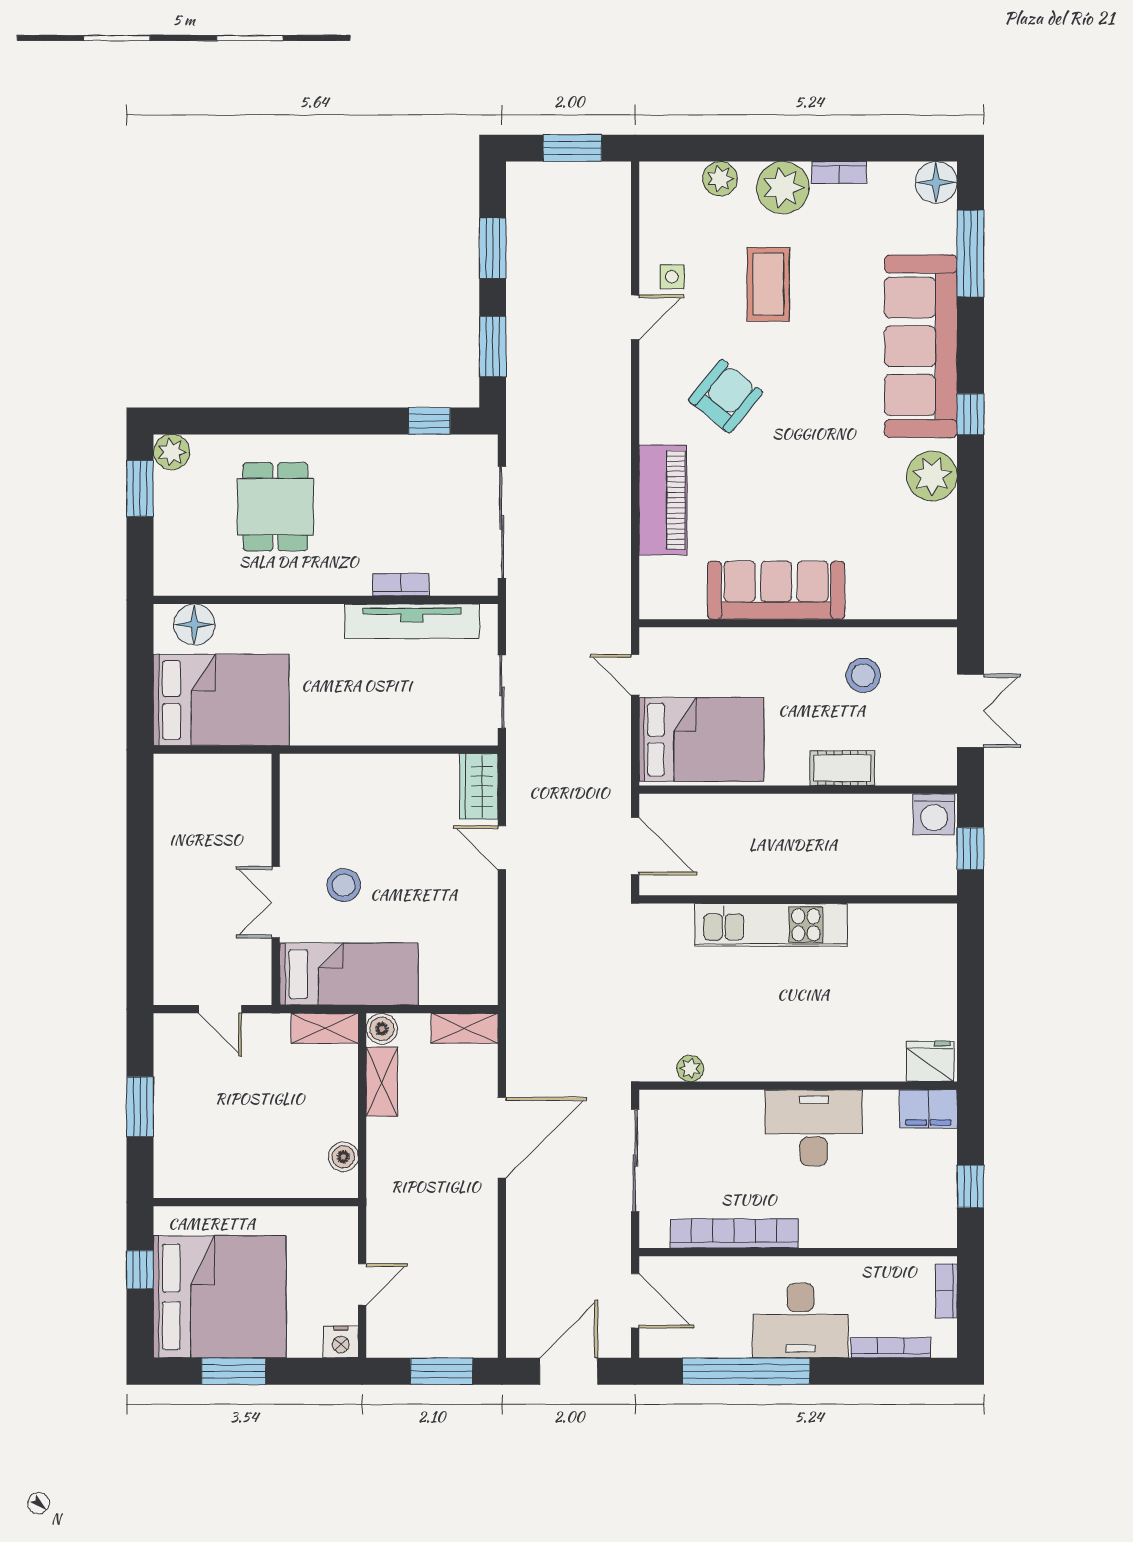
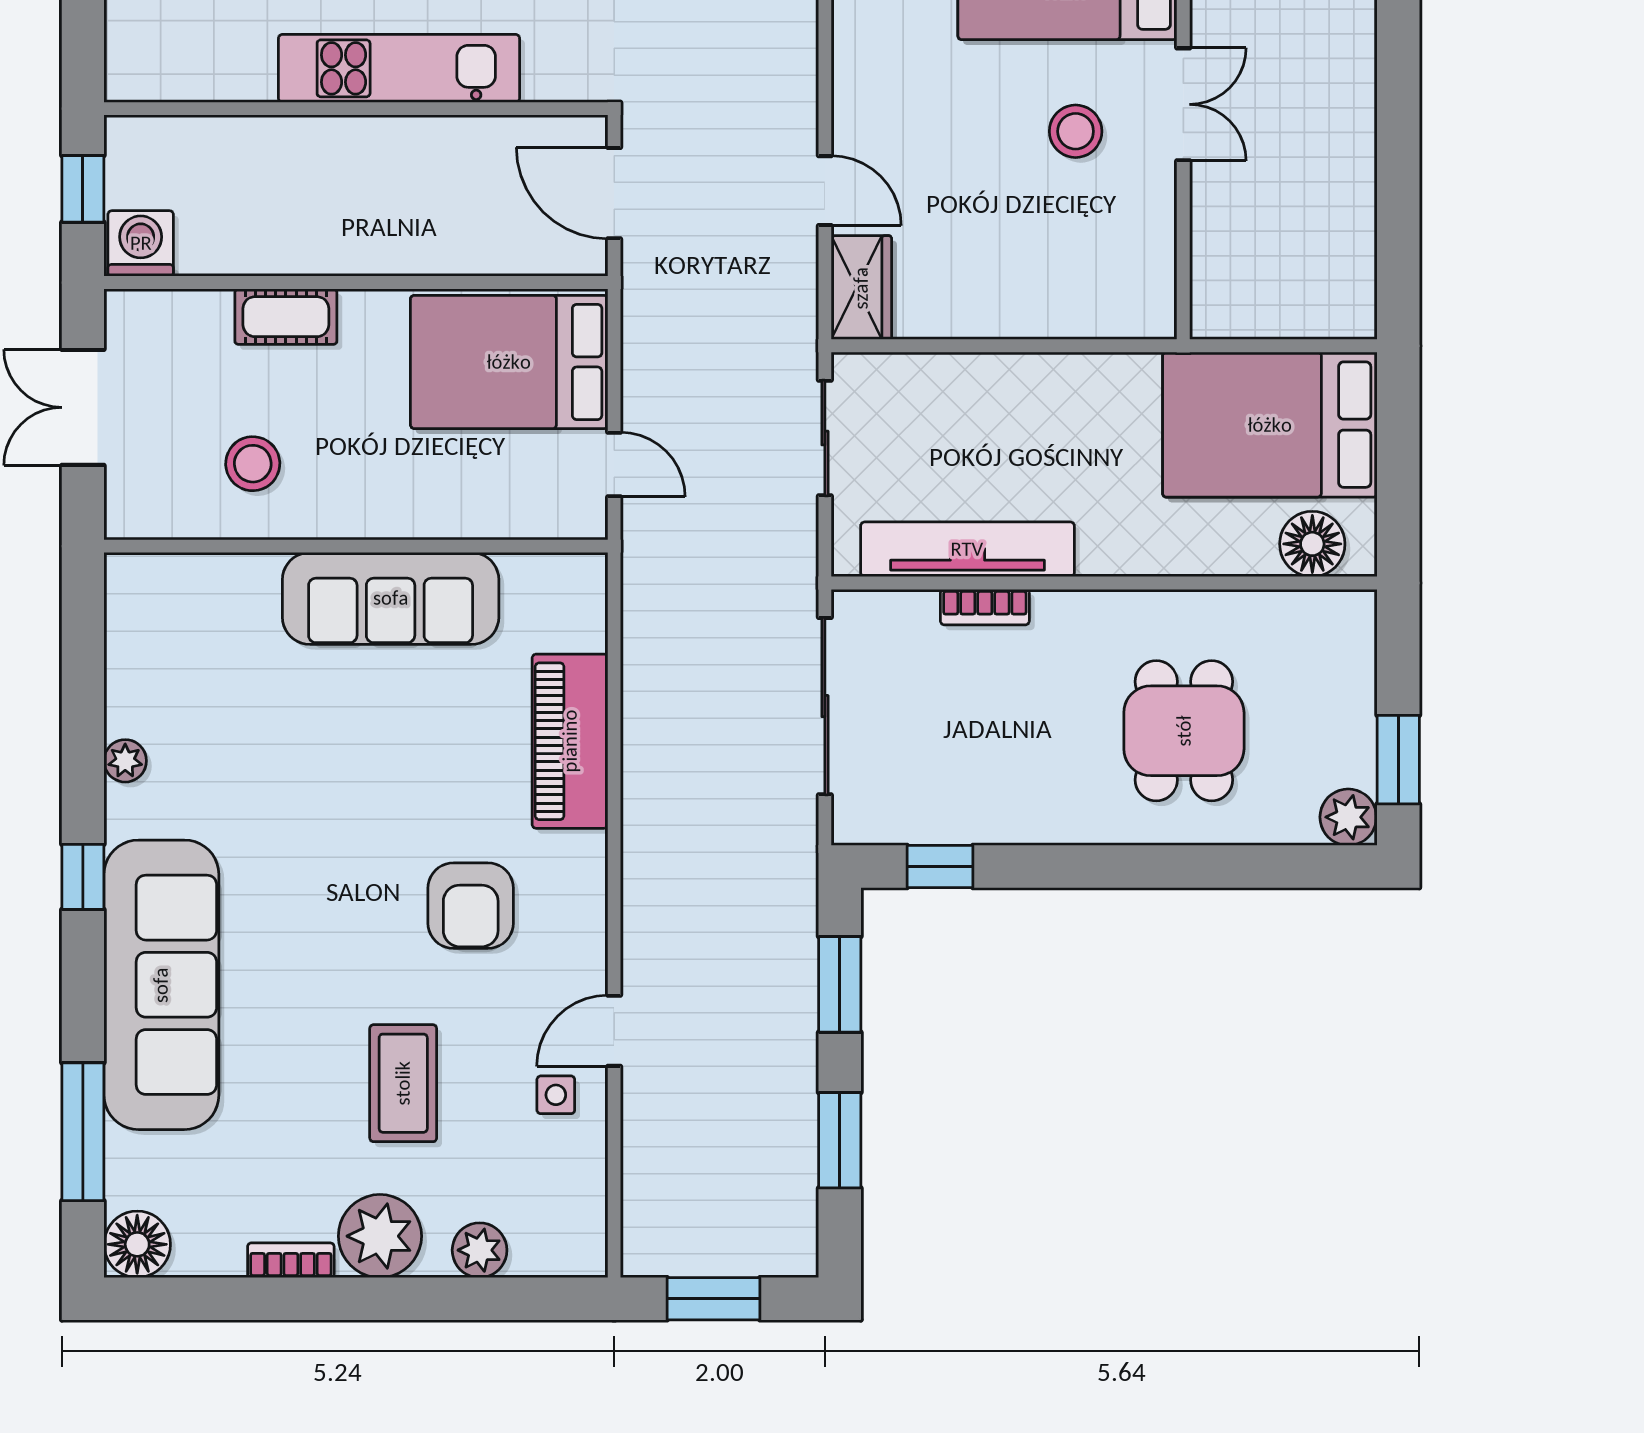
armchair: (726, 396) -> (471, 906), turned -39
plant: (932, 476) -> (125, 761), width x0.53, depth x0.53

